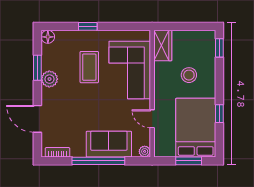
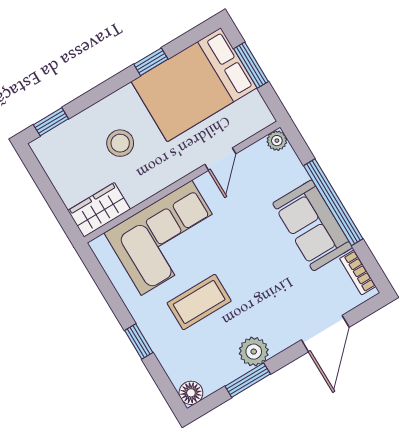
sofa: (109, 144) -> (313, 225), moved

